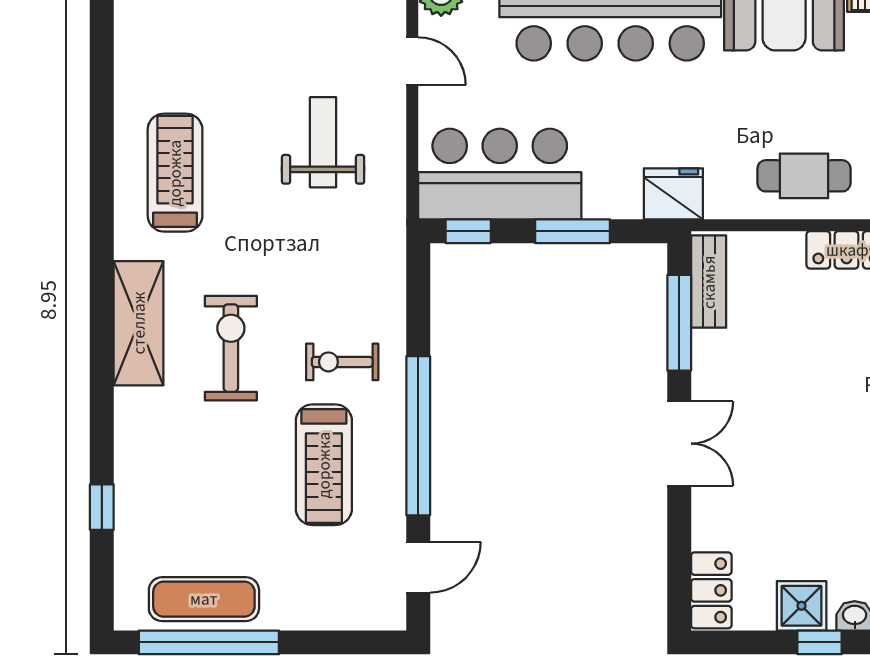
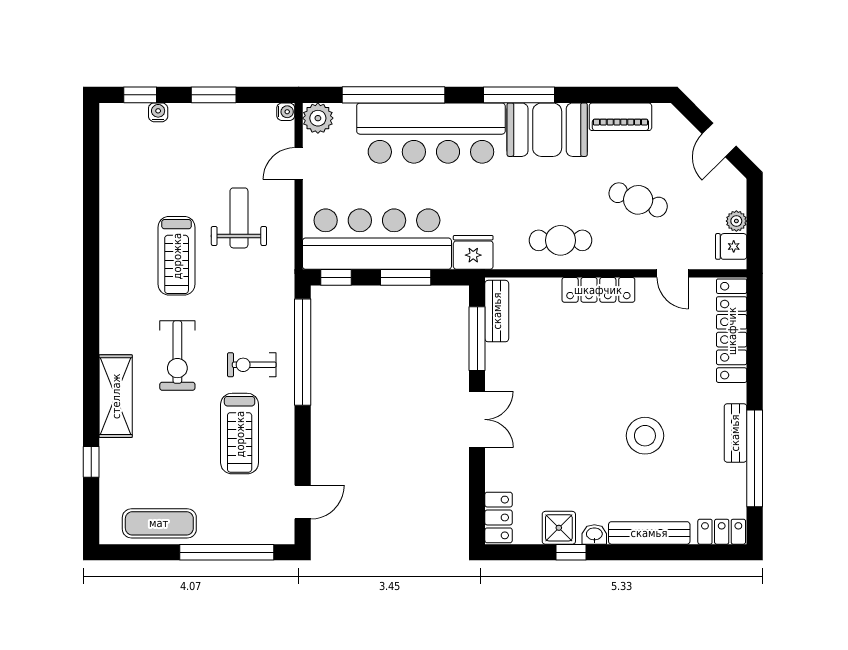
door: (412, 61) -> (299, 164), swing flipped
treadmill: (175, 173) -> (177, 256), moved, turned 180
bar counter: (500, 174) -> (377, 239), width x1.36
shelving: (139, 323) -> (116, 396), moved
exercise bike: (231, 348) -> (177, 356), turned 180
window: (418, 436) -> (303, 352), moved
window: (209, 642) -> (227, 552), moved

